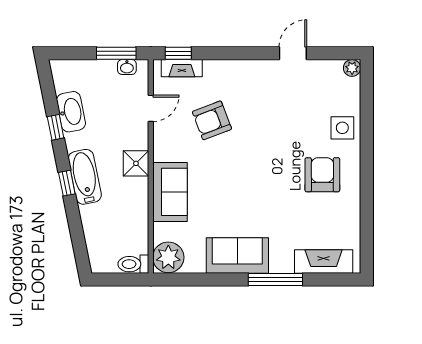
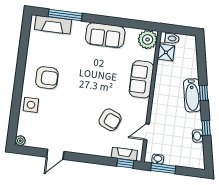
washbasin: (71, 112) -> (198, 136), width x0.52, depth x0.69
armchair: (212, 120) -> (110, 120), turned 44
shower: (136, 163) -> (166, 52), moved
armchair: (322, 175) -> (47, 78), turned -90
window: (275, 280) -> (65, 15), moved

